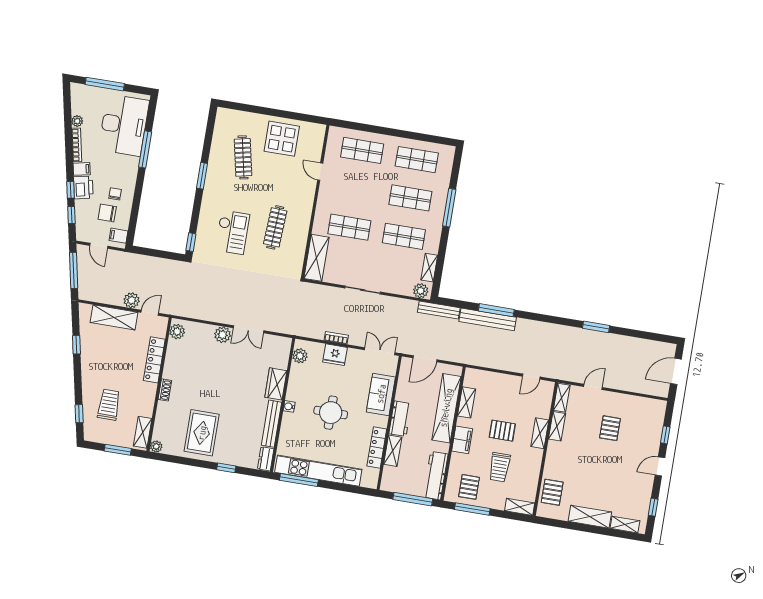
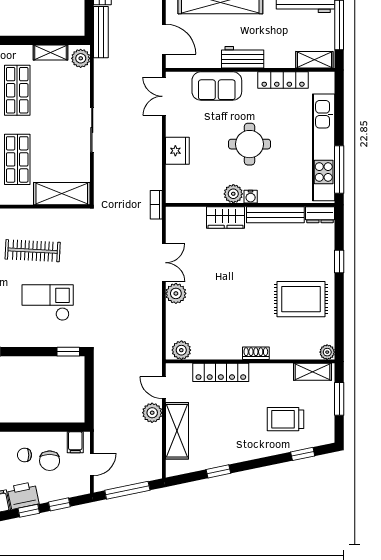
bookcase: (336, 338) -> (156, 205), moved
plant: (300, 356) -> (233, 194), moved
shelving: (393, 451) -> (314, 60), moved

